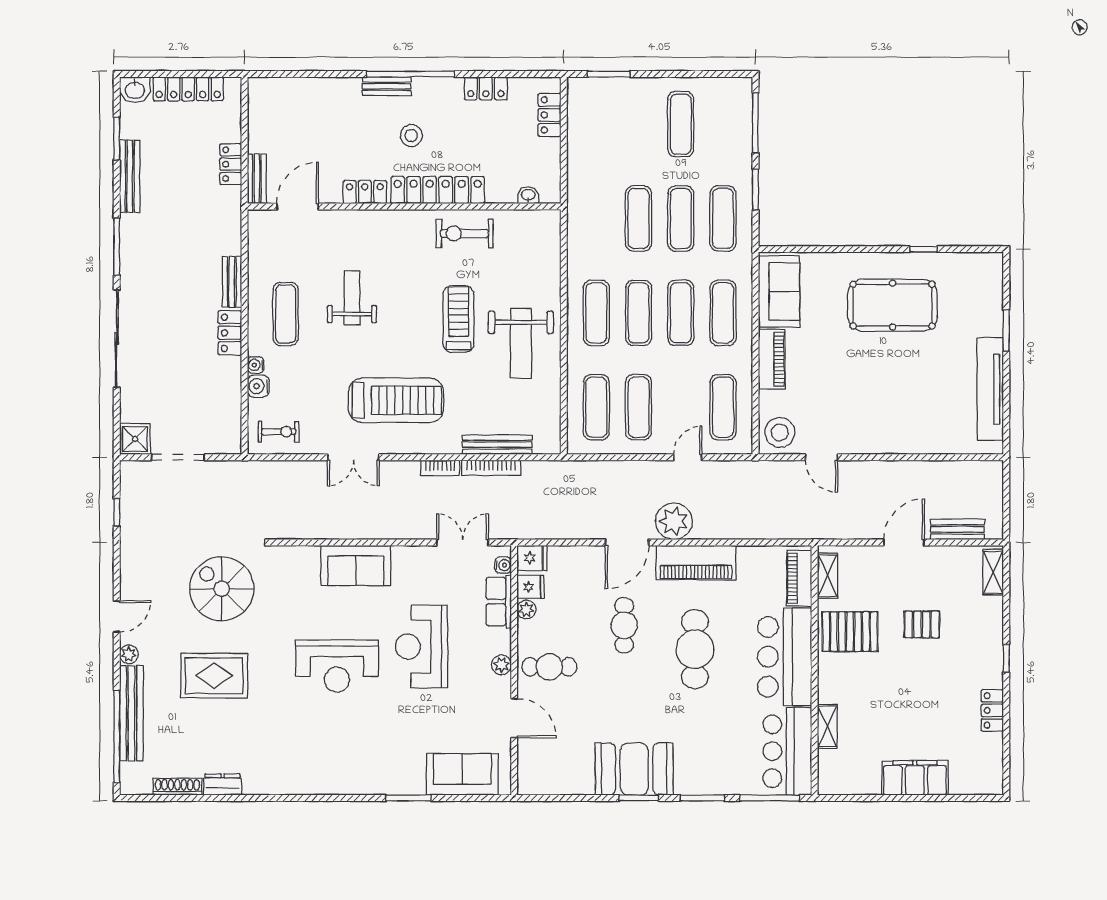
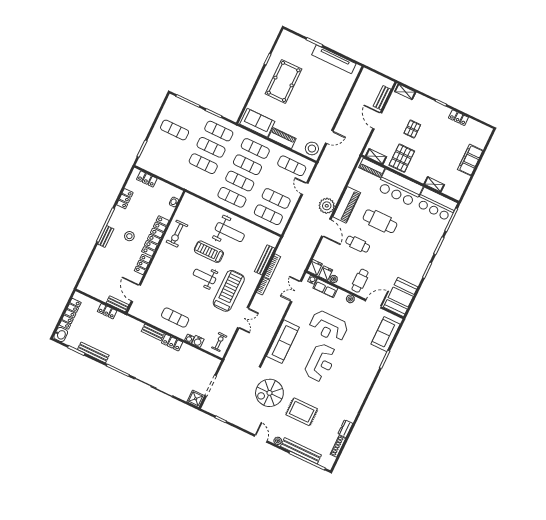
weight bench: (352, 298) -> (205, 276), moved
sofa: (356, 565) -> (283, 342), width x1.36
rug: (214, 676) -> (302, 412), turned 90
booth: (634, 769) -> (401, 297), moved

